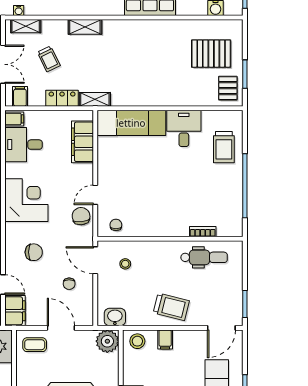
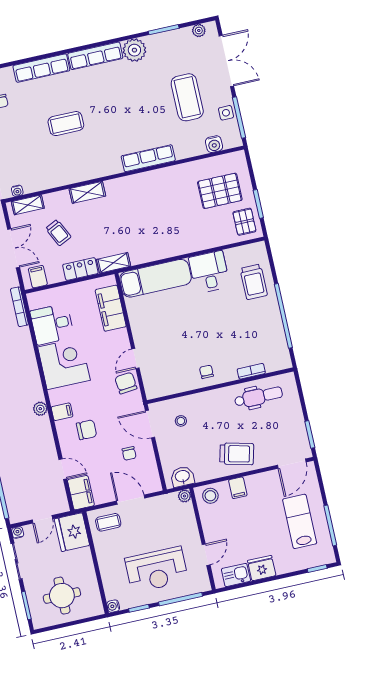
filing cabinet: (14, 119) -> (62, 412), moved
corner desk: (26, 200) -> (64, 364), moved
chair: (116, 225) -> (206, 372), moved
plant: (107, 341) -> (184, 496), width x0.53, depth x0.53

